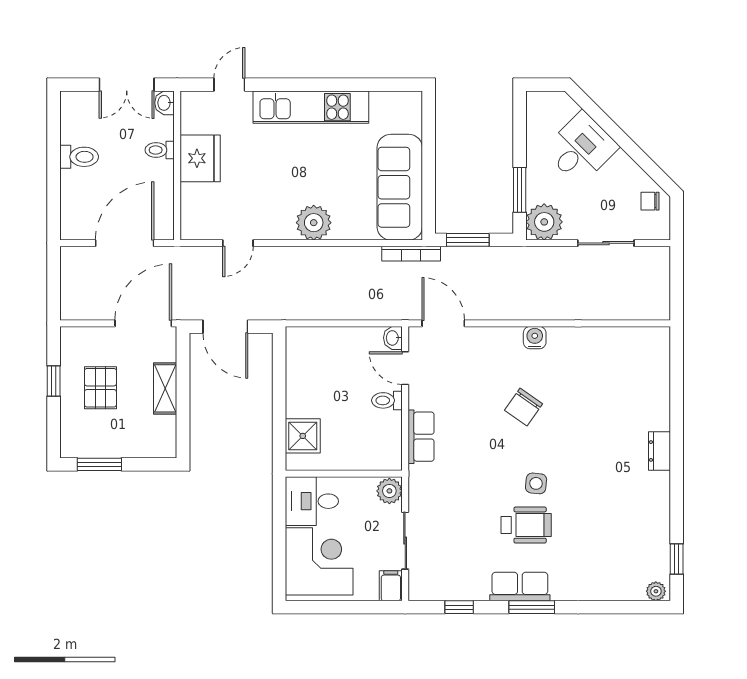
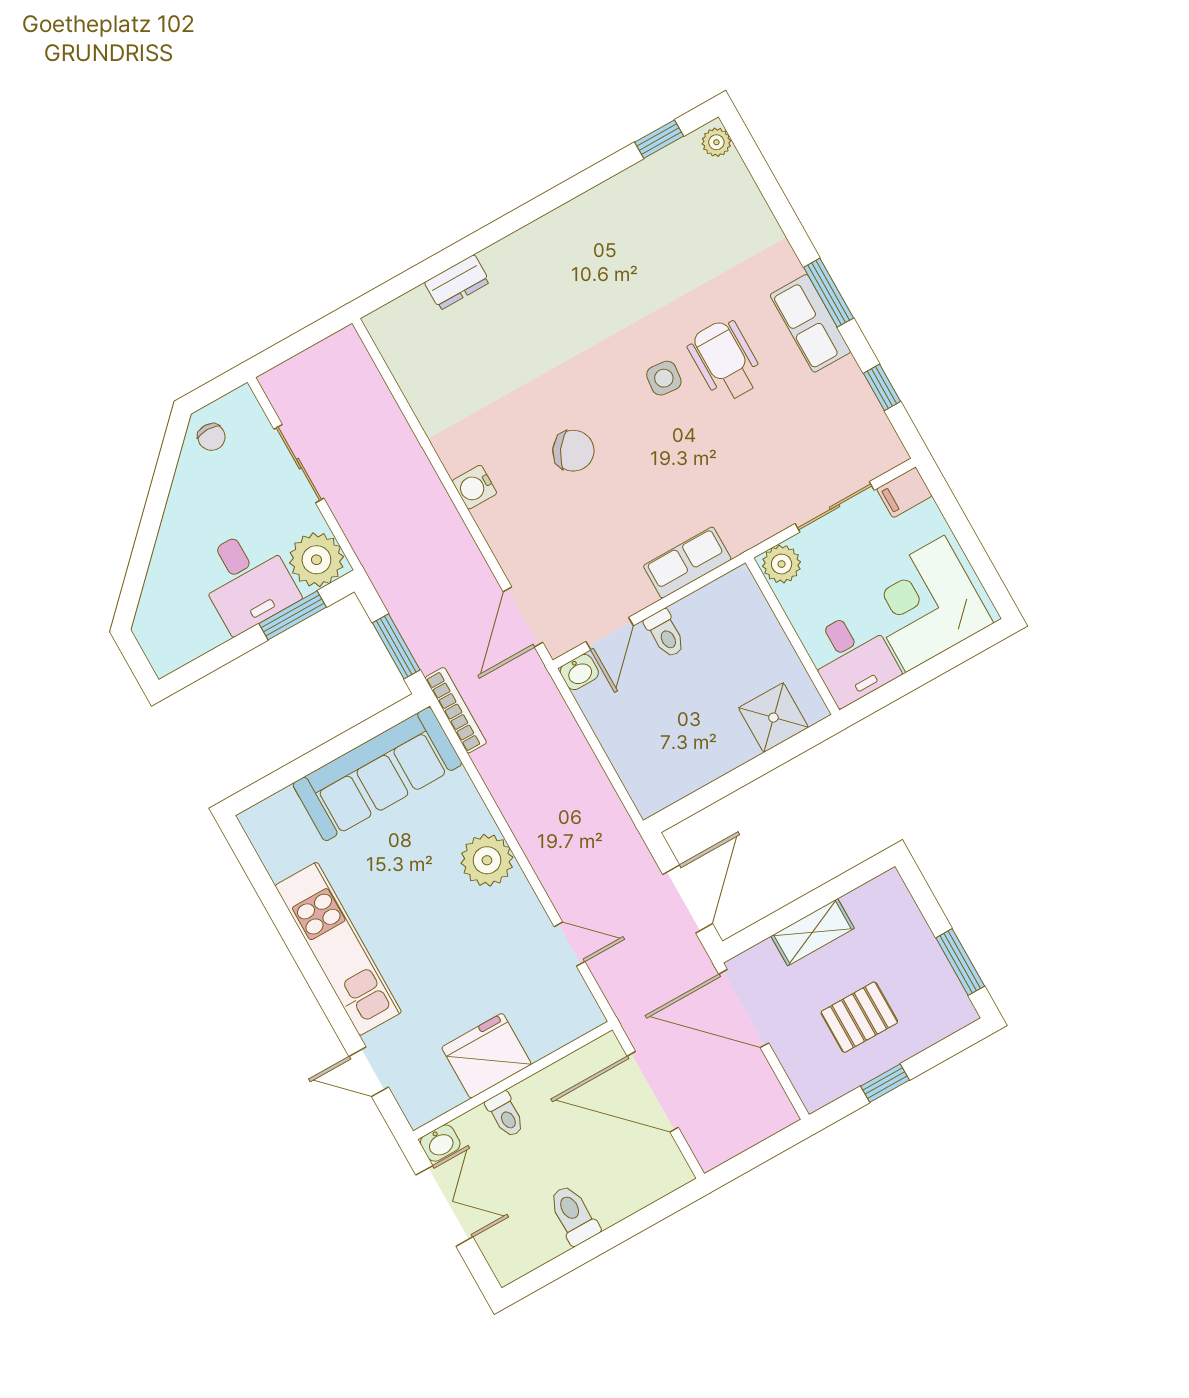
desk: (581, 148) -> (247, 580), moved, turned -135
dresser: (659, 451) -> (457, 282), moved

